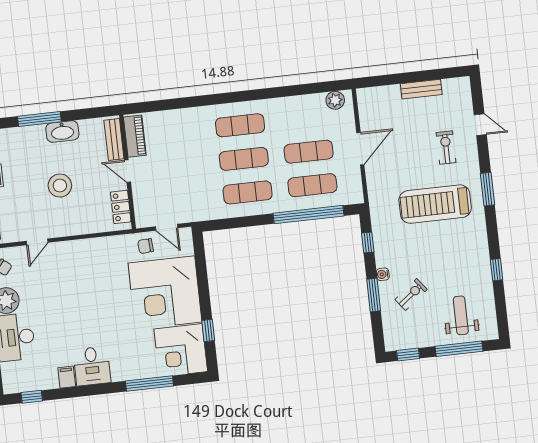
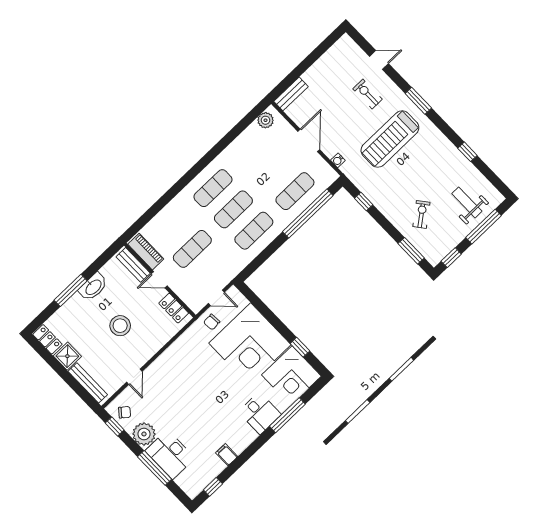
bench: (421, 89) -> (291, 94), moved
exercise mat: (309, 152) -> (192, 249), moved
water cooler: (383, 274) -> (338, 160), moved
window: (374, 295) -> (411, 251), moved
desk: (92, 366) -> (260, 413), moved

